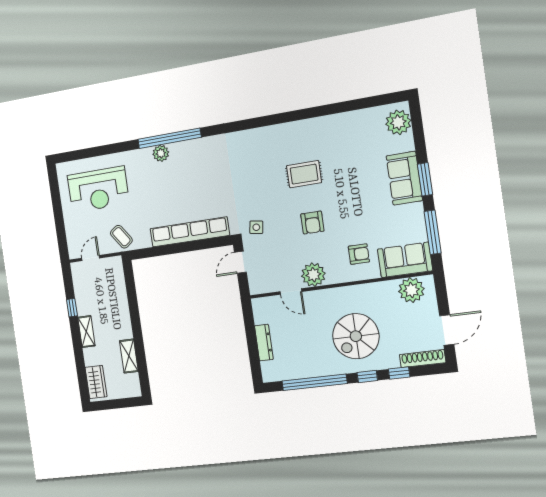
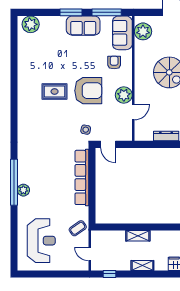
rug: (304, 174) -> (55, 92), turned 90
sofa: (404, 178) -> (83, 26), moved
armchair: (312, 223) -> (88, 91), width x1.88, depth x1.88
window: (72, 308) -> (110, 274), moved
shelving: (129, 356) -> (138, 236), moved

